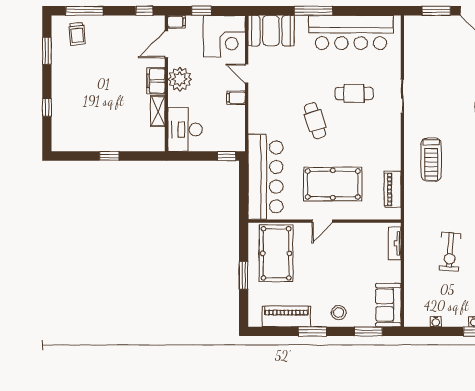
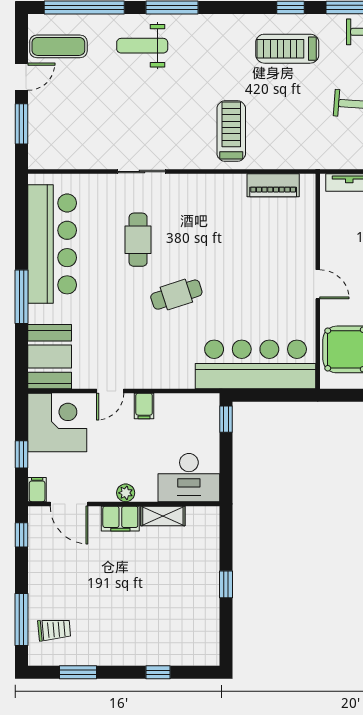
plant: (180, 79) -> (126, 493), width x0.53, depth x0.53
treadmill: (431, 160) -> (231, 131), turned -90
pool table: (333, 184) -> (266, 270), removed

